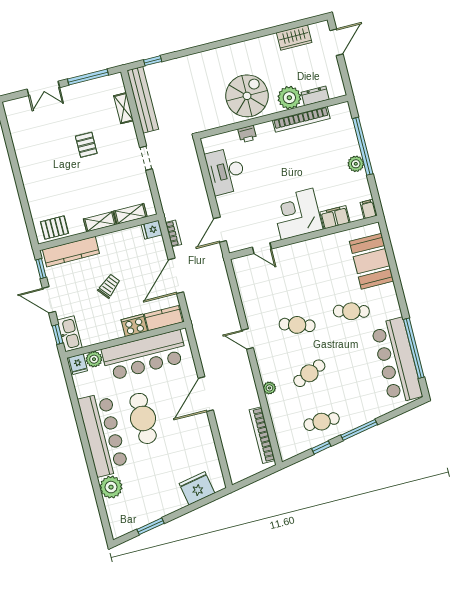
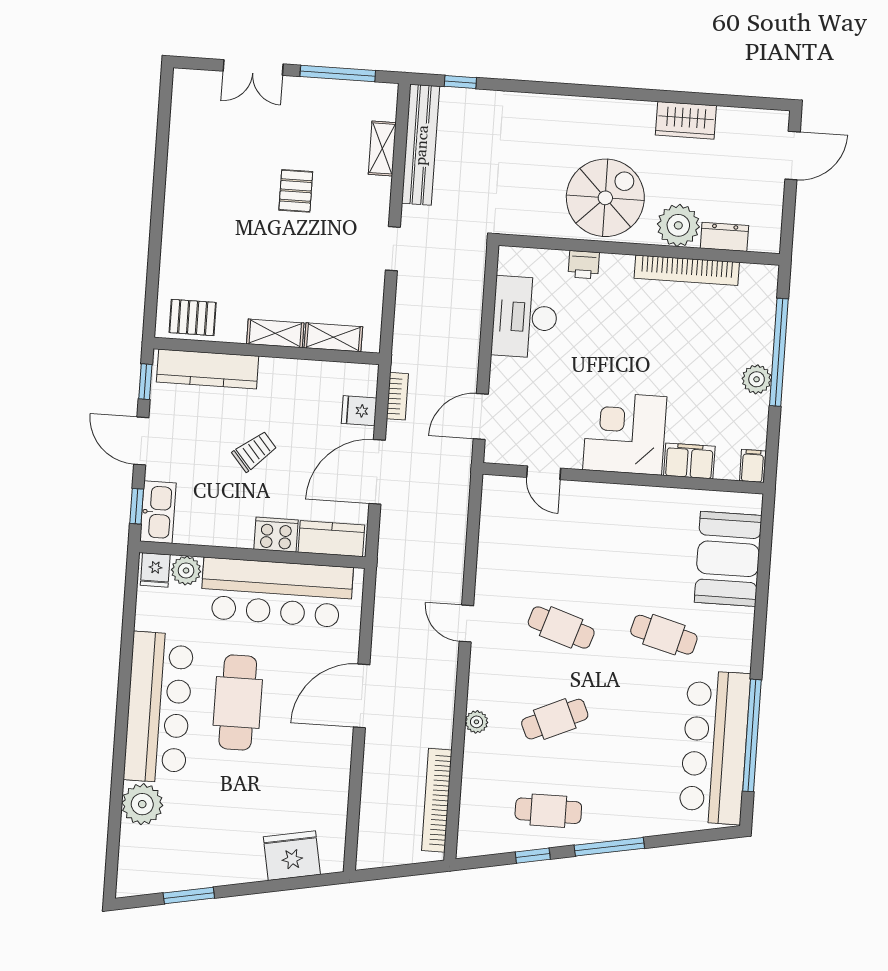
wardrobe: (294, 38) -> (686, 120), moved
fridge: (152, 230) -> (359, 411), moved

